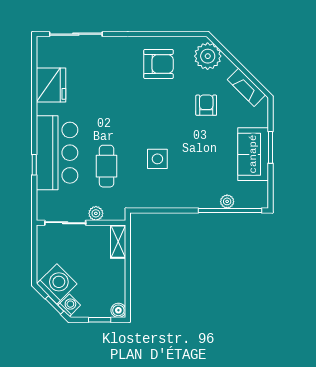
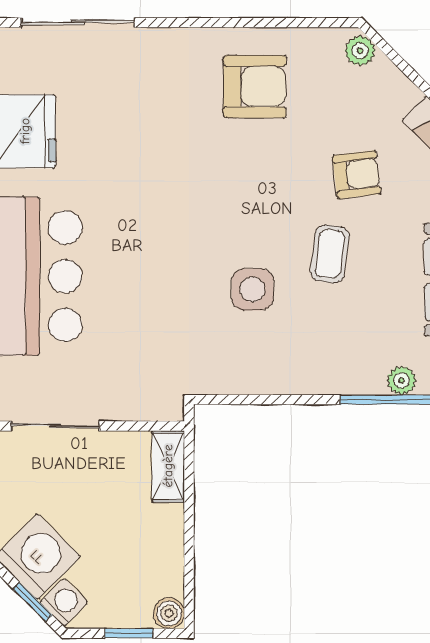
plant: (208, 56) -> (360, 51), width x0.53, depth x0.53
armchair: (206, 105) -> (357, 175), turned 83
coffee table: (194, 142) -> (330, 254), added
cafe table: (107, 166) -> (144, 305), removed
plant: (96, 213) -> (121, 406), removed

